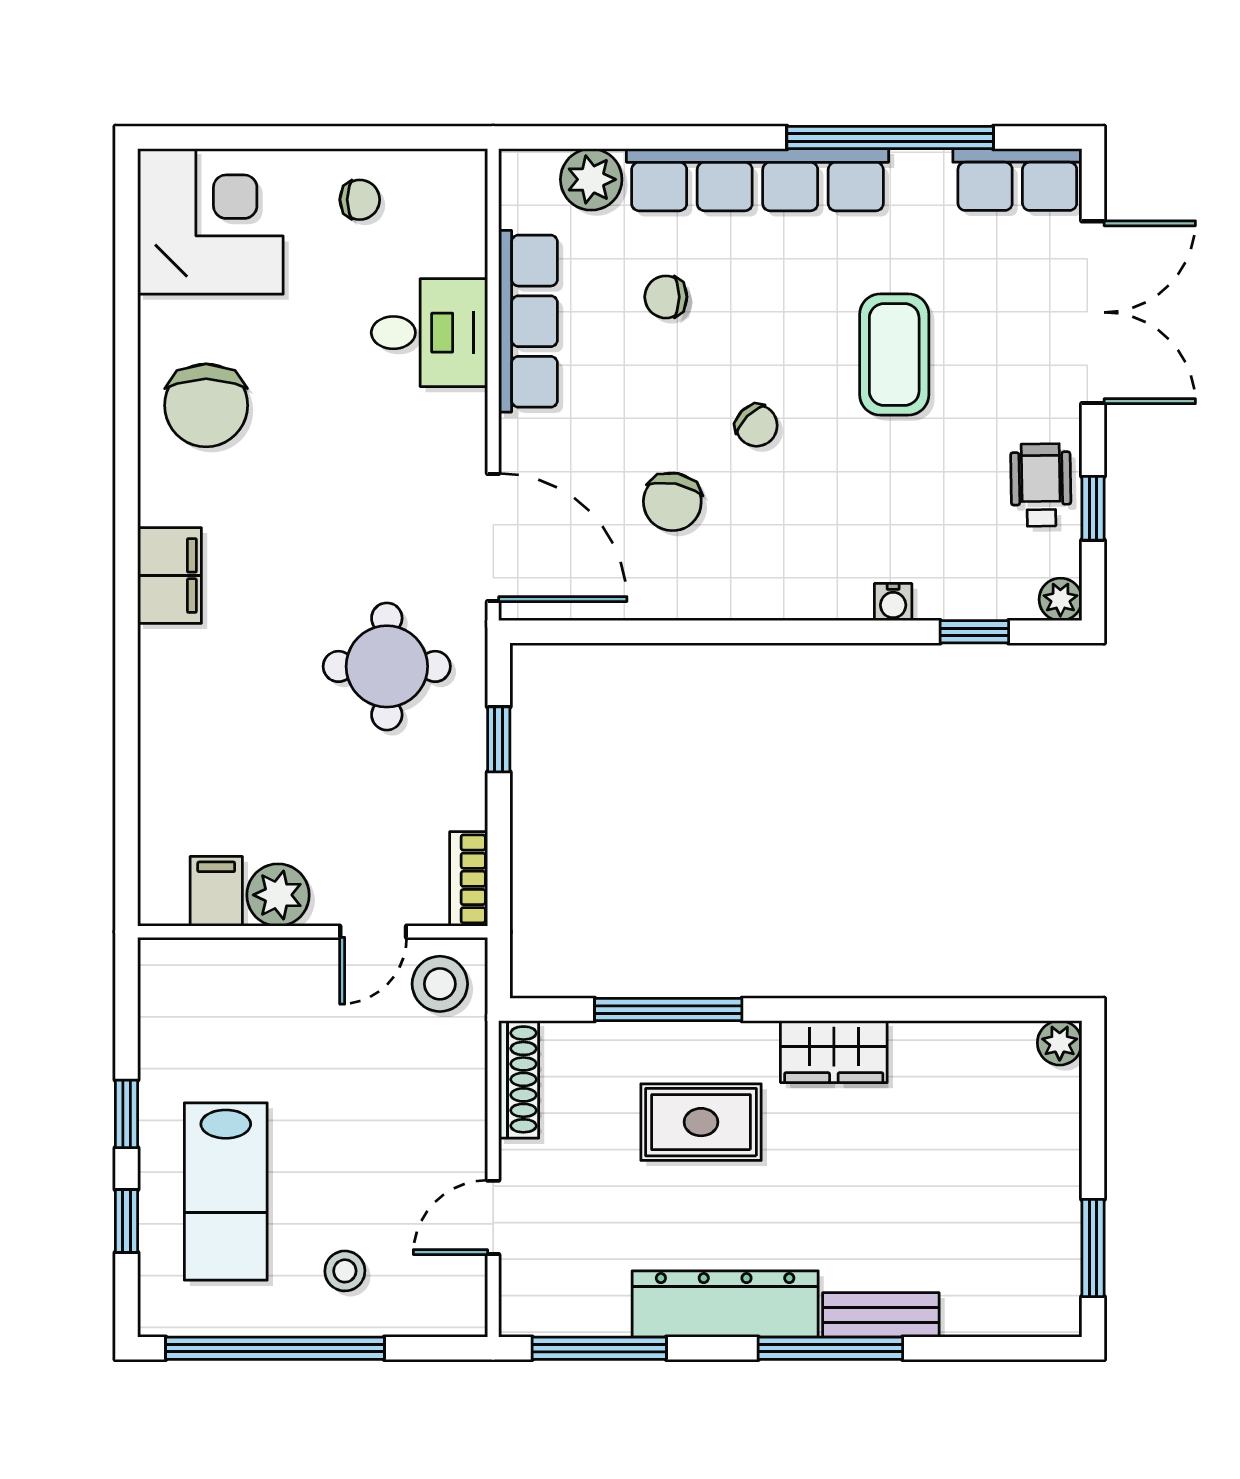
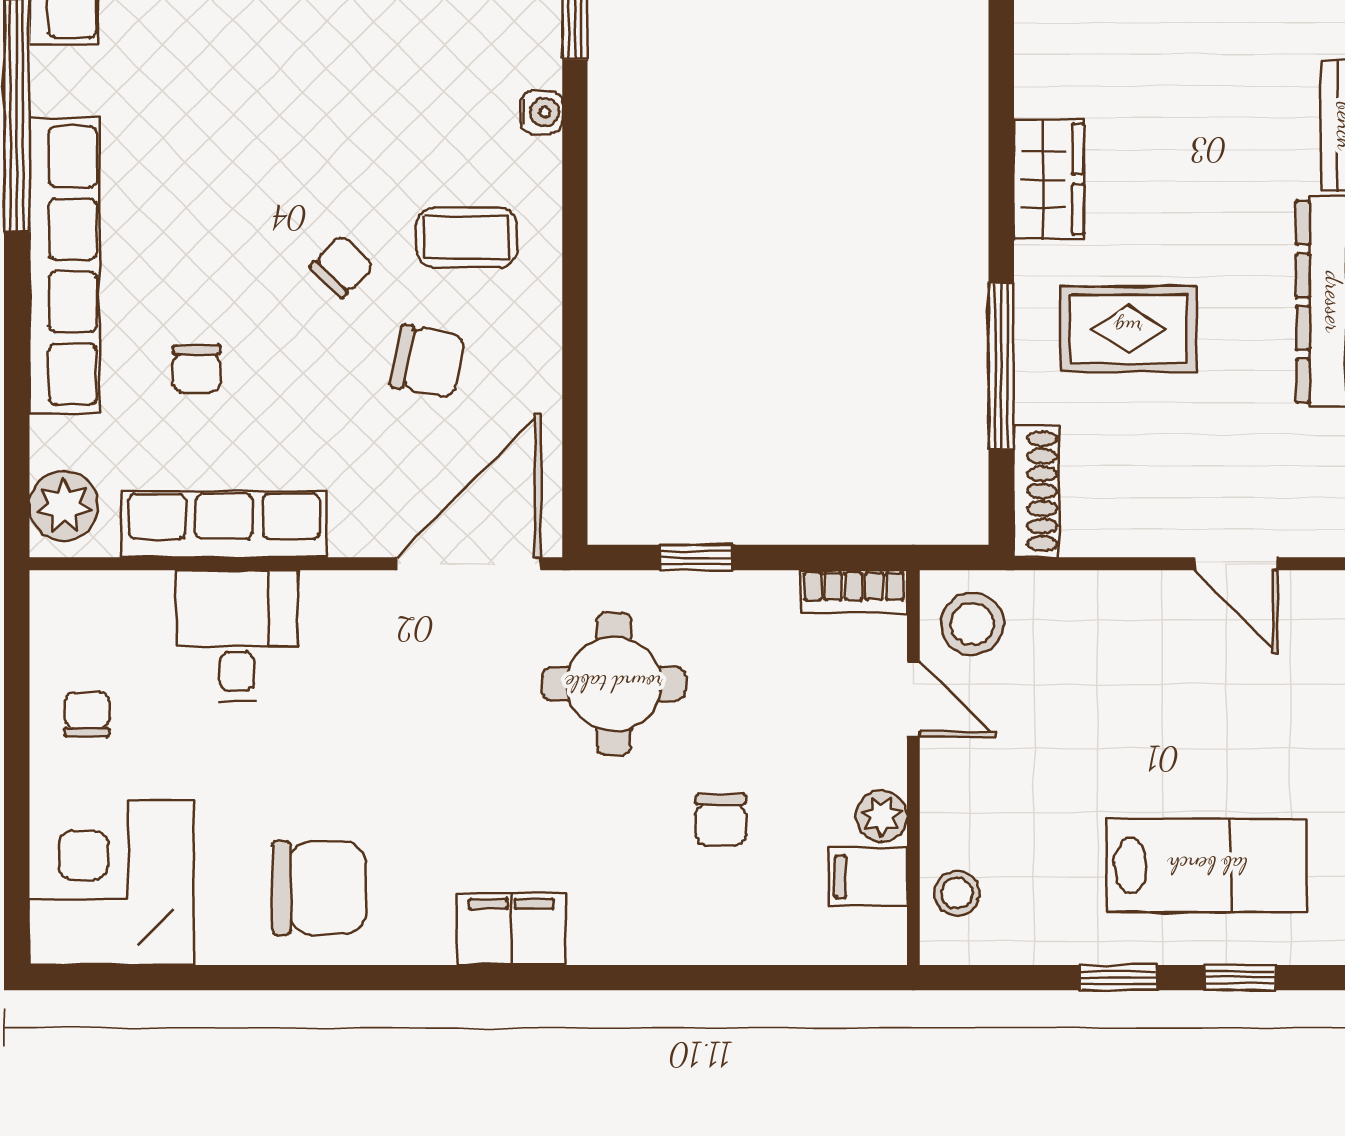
plant: (591, 179) -> (64, 506), moved
coffee table: (894, 354) -> (467, 237), moved, width x0.73, depth x0.77
chair: (266, 761) -> (721, 820), added
plant: (278, 895) -> (882, 816), width x0.73, depth x0.73
shoe rack: (519, 1079) -> (1036, 491), moved, turned 90
rug: (701, 1122) -> (1128, 329), turned 90
stool: (345, 1271) -> (957, 893), moved

